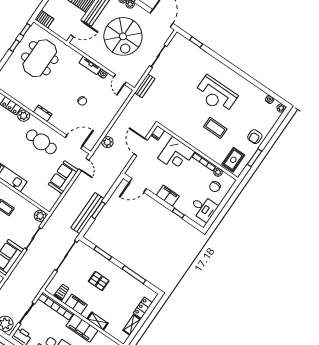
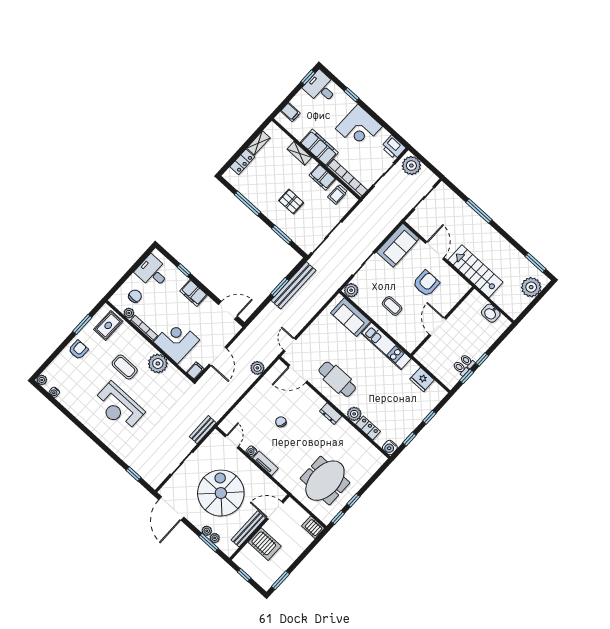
reception desk: (216, 95) -> (118, 407), turned 180
plant: (189, 134) -> (158, 364), added
sofa: (63, 177) -> (351, 317), moved, turned 90

